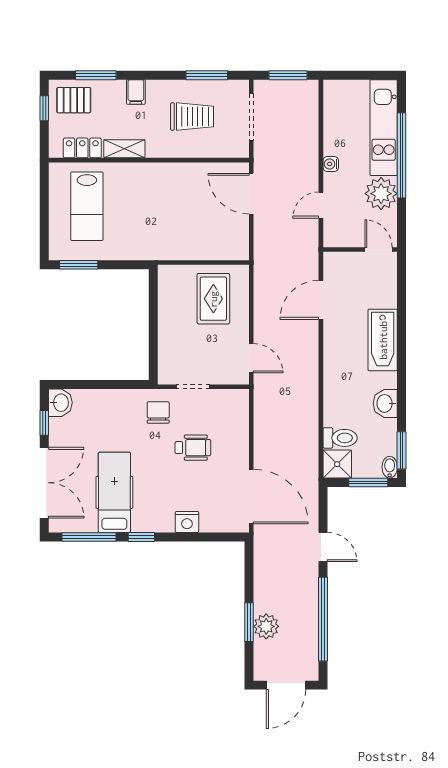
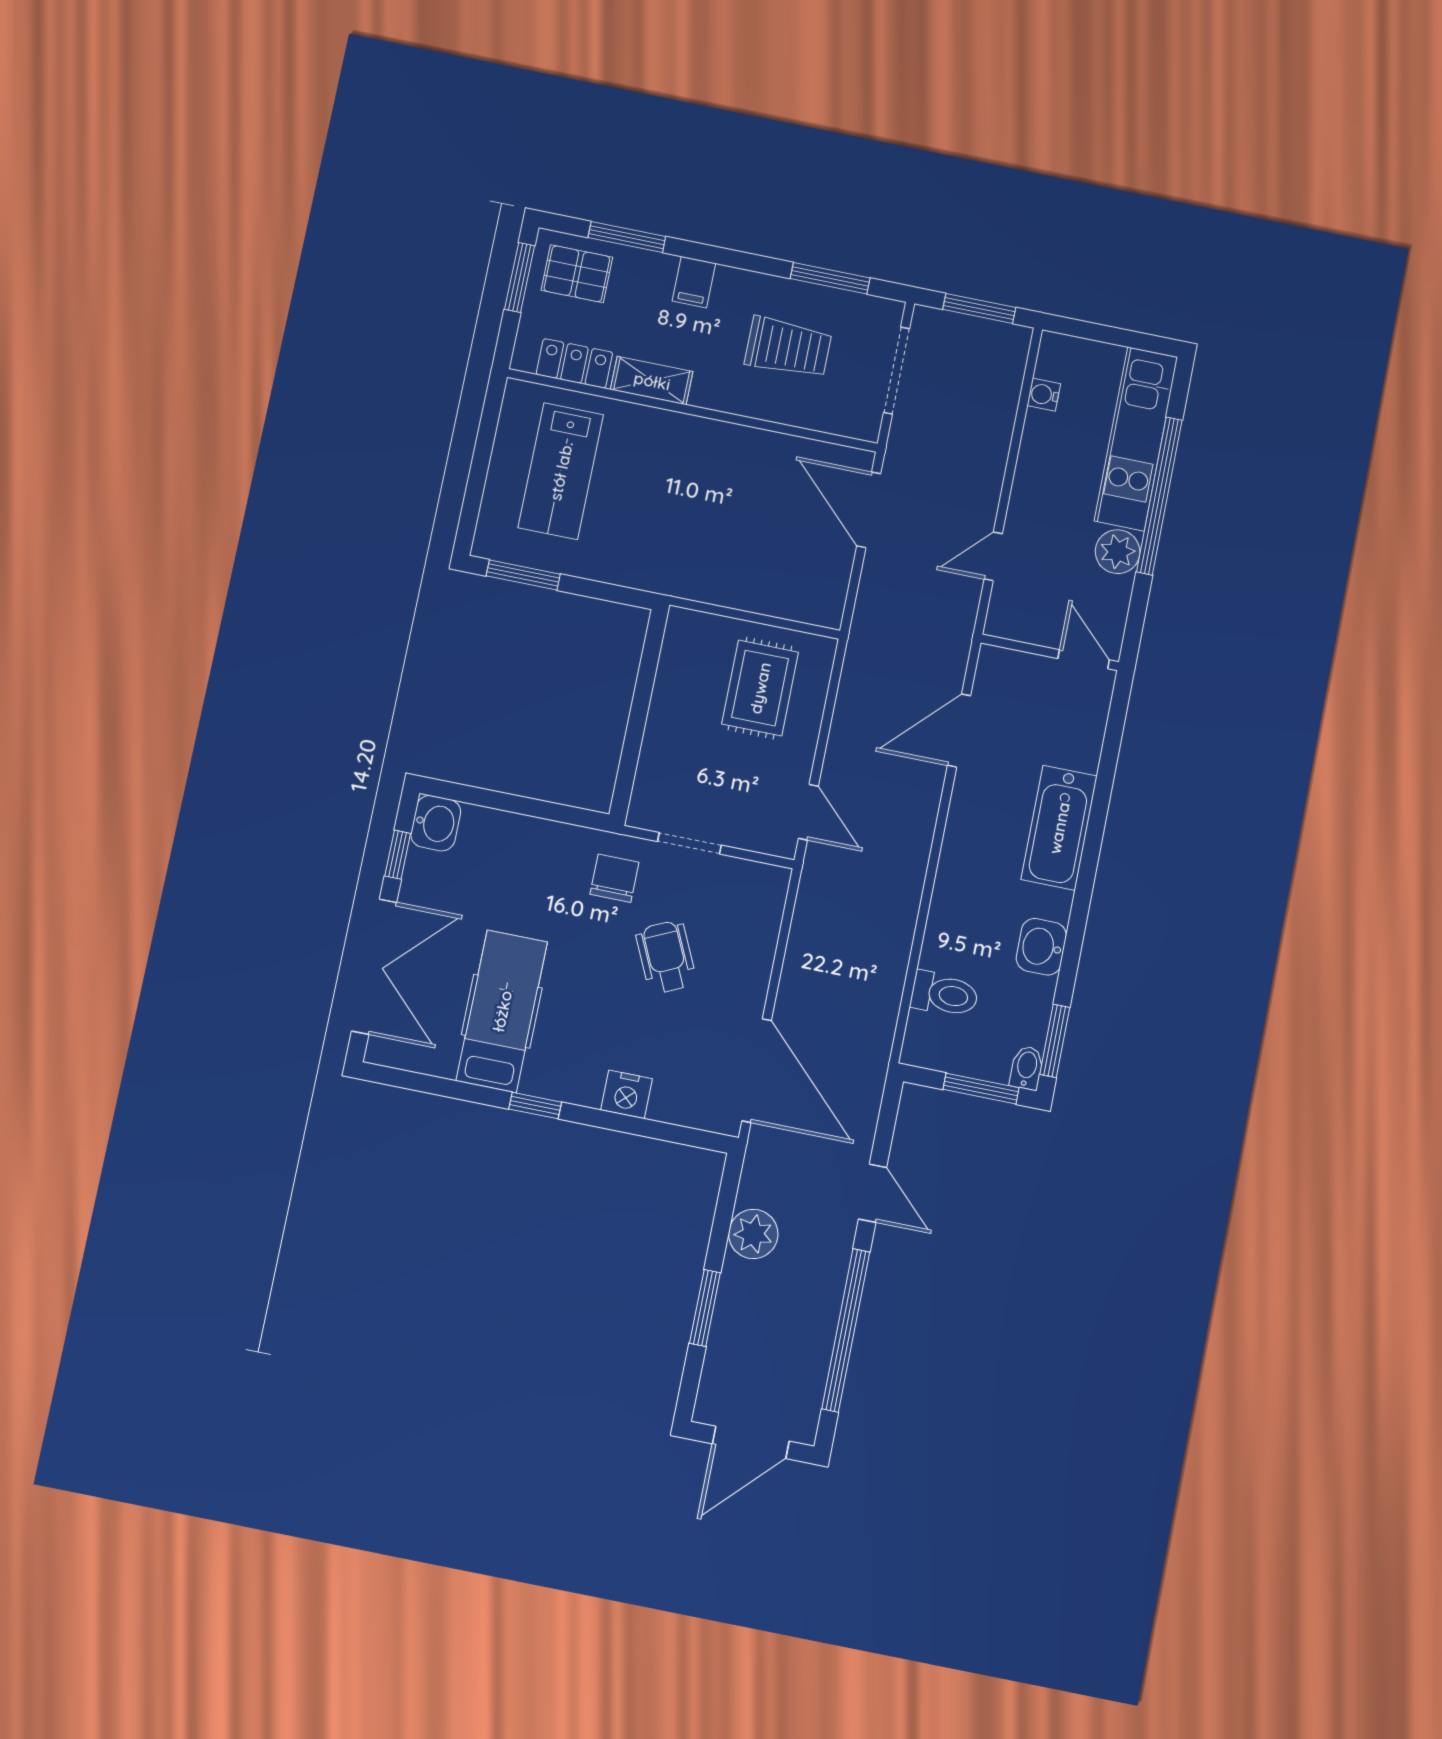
window: (44, 108) -> (520, 277), width x1.50
water cooler: (331, 164) -> (1044, 395), moved
plant: (381, 194) -> (1118, 552), width x0.73, depth x0.73
wheelchair: (193, 448) -> (666, 957), turned -115
shower: (337, 464) -> (930, 1042), removed
window: (89, 537) -> (437, 1086), removed
plant: (266, 626) -> (753, 1234), moved

